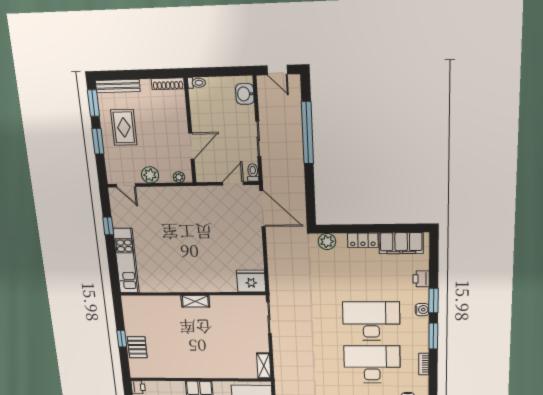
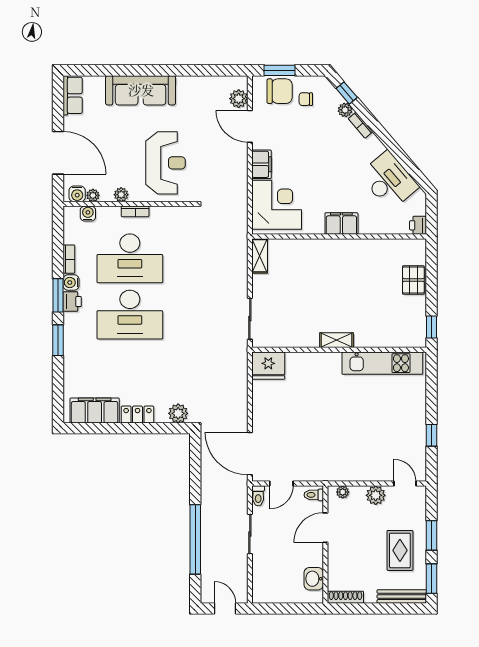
toilet: (197, 83) -> (314, 495), moved
washbasin: (245, 94) -> (314, 579), moved, turned 180
kitchen unit: (126, 261) -> (382, 363), moved, turned -90
printer: (421, 279) -> (72, 302), moved
water cooler: (422, 310) -> (71, 282), moved
window: (122, 339) -> (431, 327), moved

